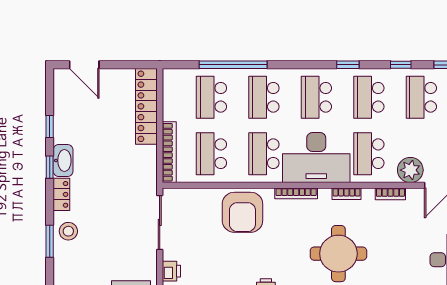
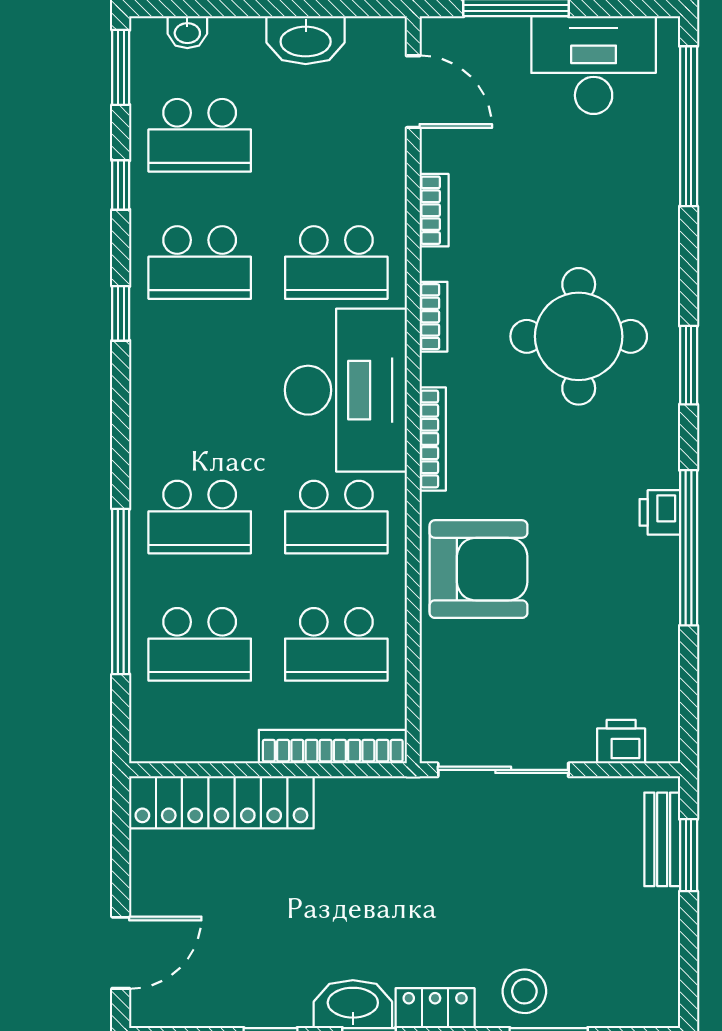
school desk: (316, 97) -> (200, 390), removed
plant: (410, 170) -> (376, 162), removed

